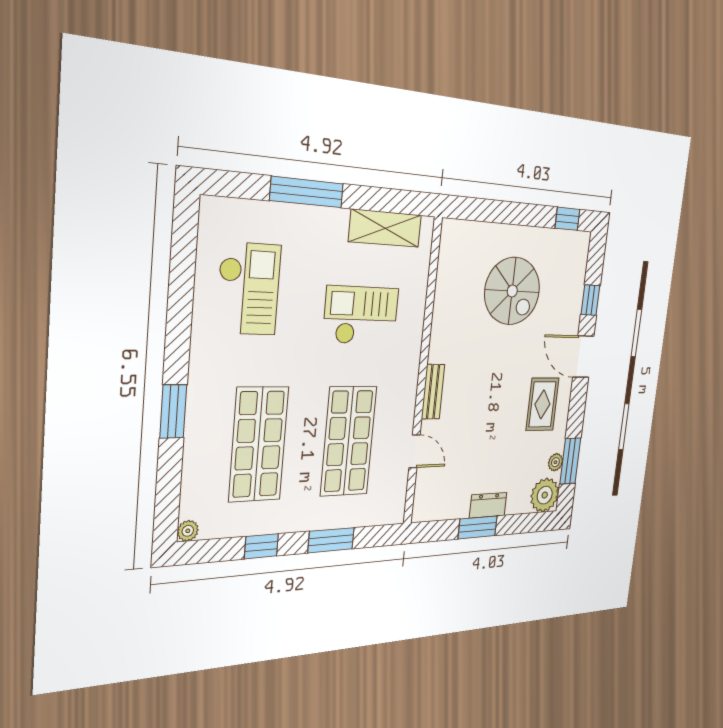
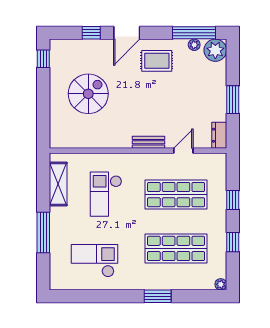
window: (570, 461) -> (194, 33), width x1.44
dresser: (488, 505) -> (219, 135), moved
window: (331, 540) -> (233, 200), width x0.67

